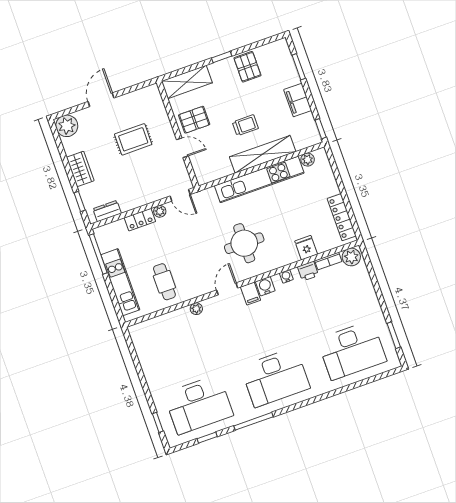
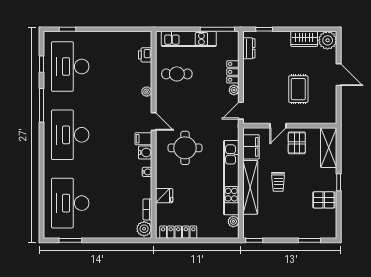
filing cabinet: (298, 100) -> (251, 147), moved, turned 90
wardrobe: (80, 169) -> (304, 39), moved
printer: (308, 271) -> (145, 55), moved

